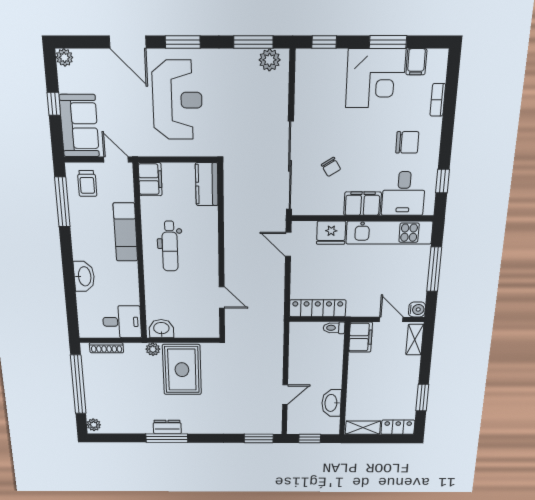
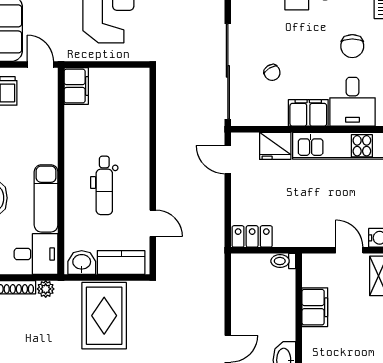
chair: (407, 142) -> (352, 46), turned 90
kitchen counter: (207, 184) -> (121, 262), moved, turned 90
exam couch: (125, 232) -> (46, 198), moved
dental chair: (170, 246) -> (104, 185), moved
locker: (318, 308) -> (252, 236), width x0.66
filing cabinet: (361, 337) -> (315, 307), moved
plant: (153, 349) -> (46, 289), moved

